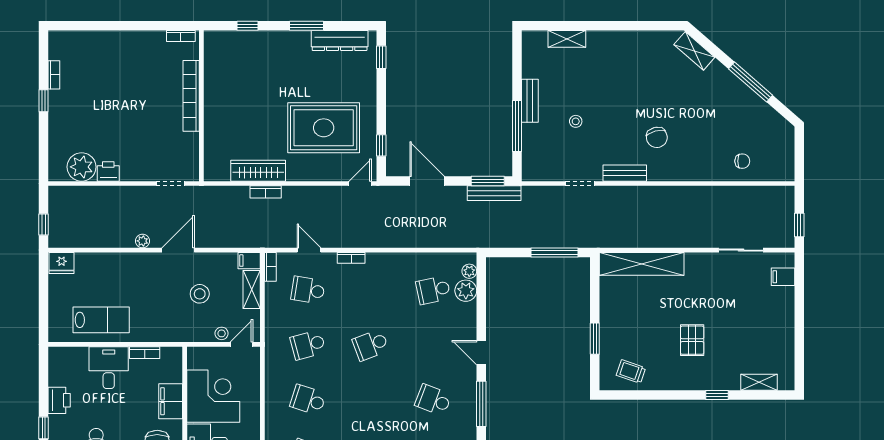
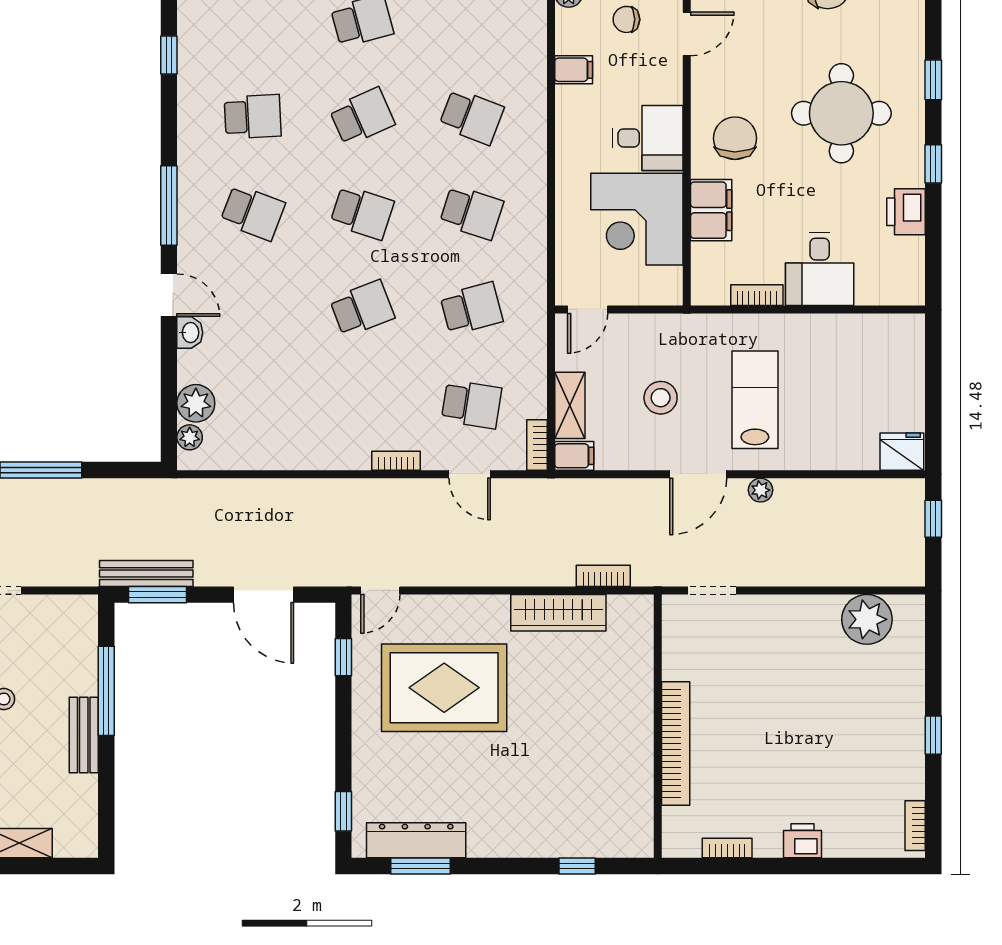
window: (307, 26) -> (420, 866), moved
bookcase: (181, 36) -> (727, 848), moved
bookcase: (54, 75) -> (915, 826), moved
printer: (108, 171) -> (802, 841), moved, turned 180
bookcase: (266, 192) -> (603, 576), moved
school desk: (433, 290) -> (362, 212), moved, turned 30
lab bench: (101, 320) -> (755, 400), moved, turned 90
washbasin: (469, 331) -> (190, 333), added
stool: (222, 333) -> (622, 329), removed

